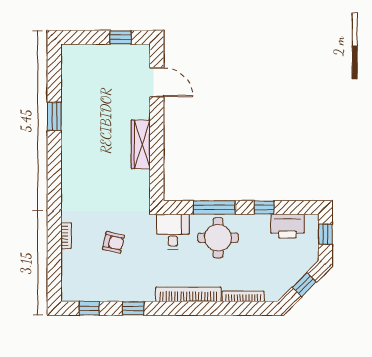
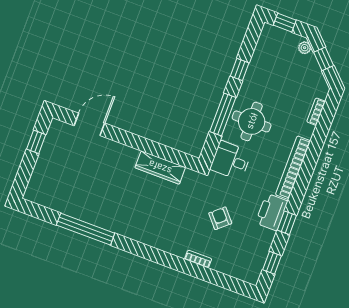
window: (54, 116) -> (86, 229), width x2.11
wardrobe: (141, 144) -> (160, 167), moved
printer: (288, 226) -> (272, 212), moved, turned 180
armchair: (113, 242) -> (220, 218), turned -53
plant: (308, 262) -> (305, 48), added
bookcase: (243, 296) -> (316, 112), width x0.64

